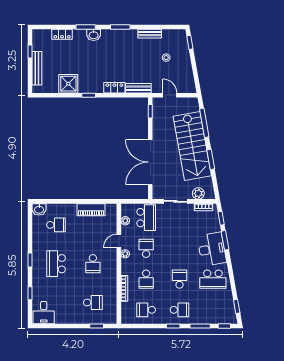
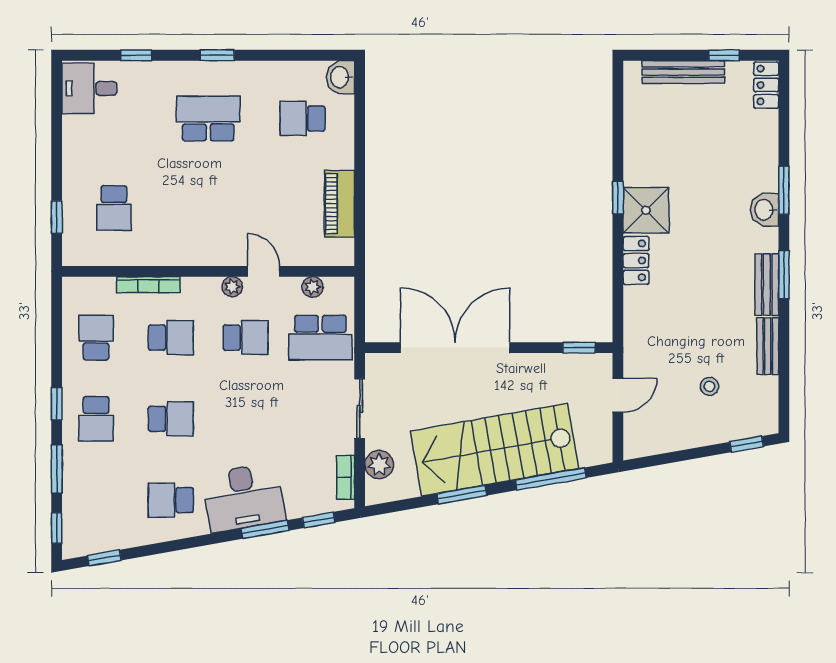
locker: (62, 34) -> (766, 85), moved
shower: (68, 84) -> (646, 210), moved
bench: (138, 88) -> (767, 285), moved
school desk: (56, 225) -> (303, 118), turned 90
school desk: (93, 264) -> (208, 208), removed
school desk: (146, 279) -> (171, 338), turned 180
school desk: (213, 279) -> (171, 500), width x0.54

